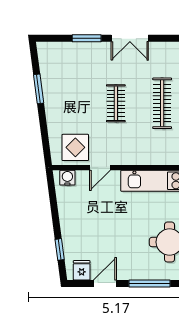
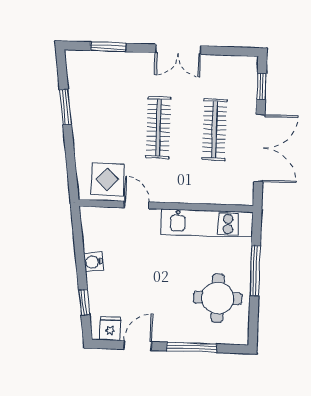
window: (87, 38) -> (108, 47), moved
clothes rail: (116, 103) -> (158, 128), width x1.36
door: (100, 168) -> (137, 205), swing flipped
water cooler: (67, 178) -> (94, 262), moved, turned -97

